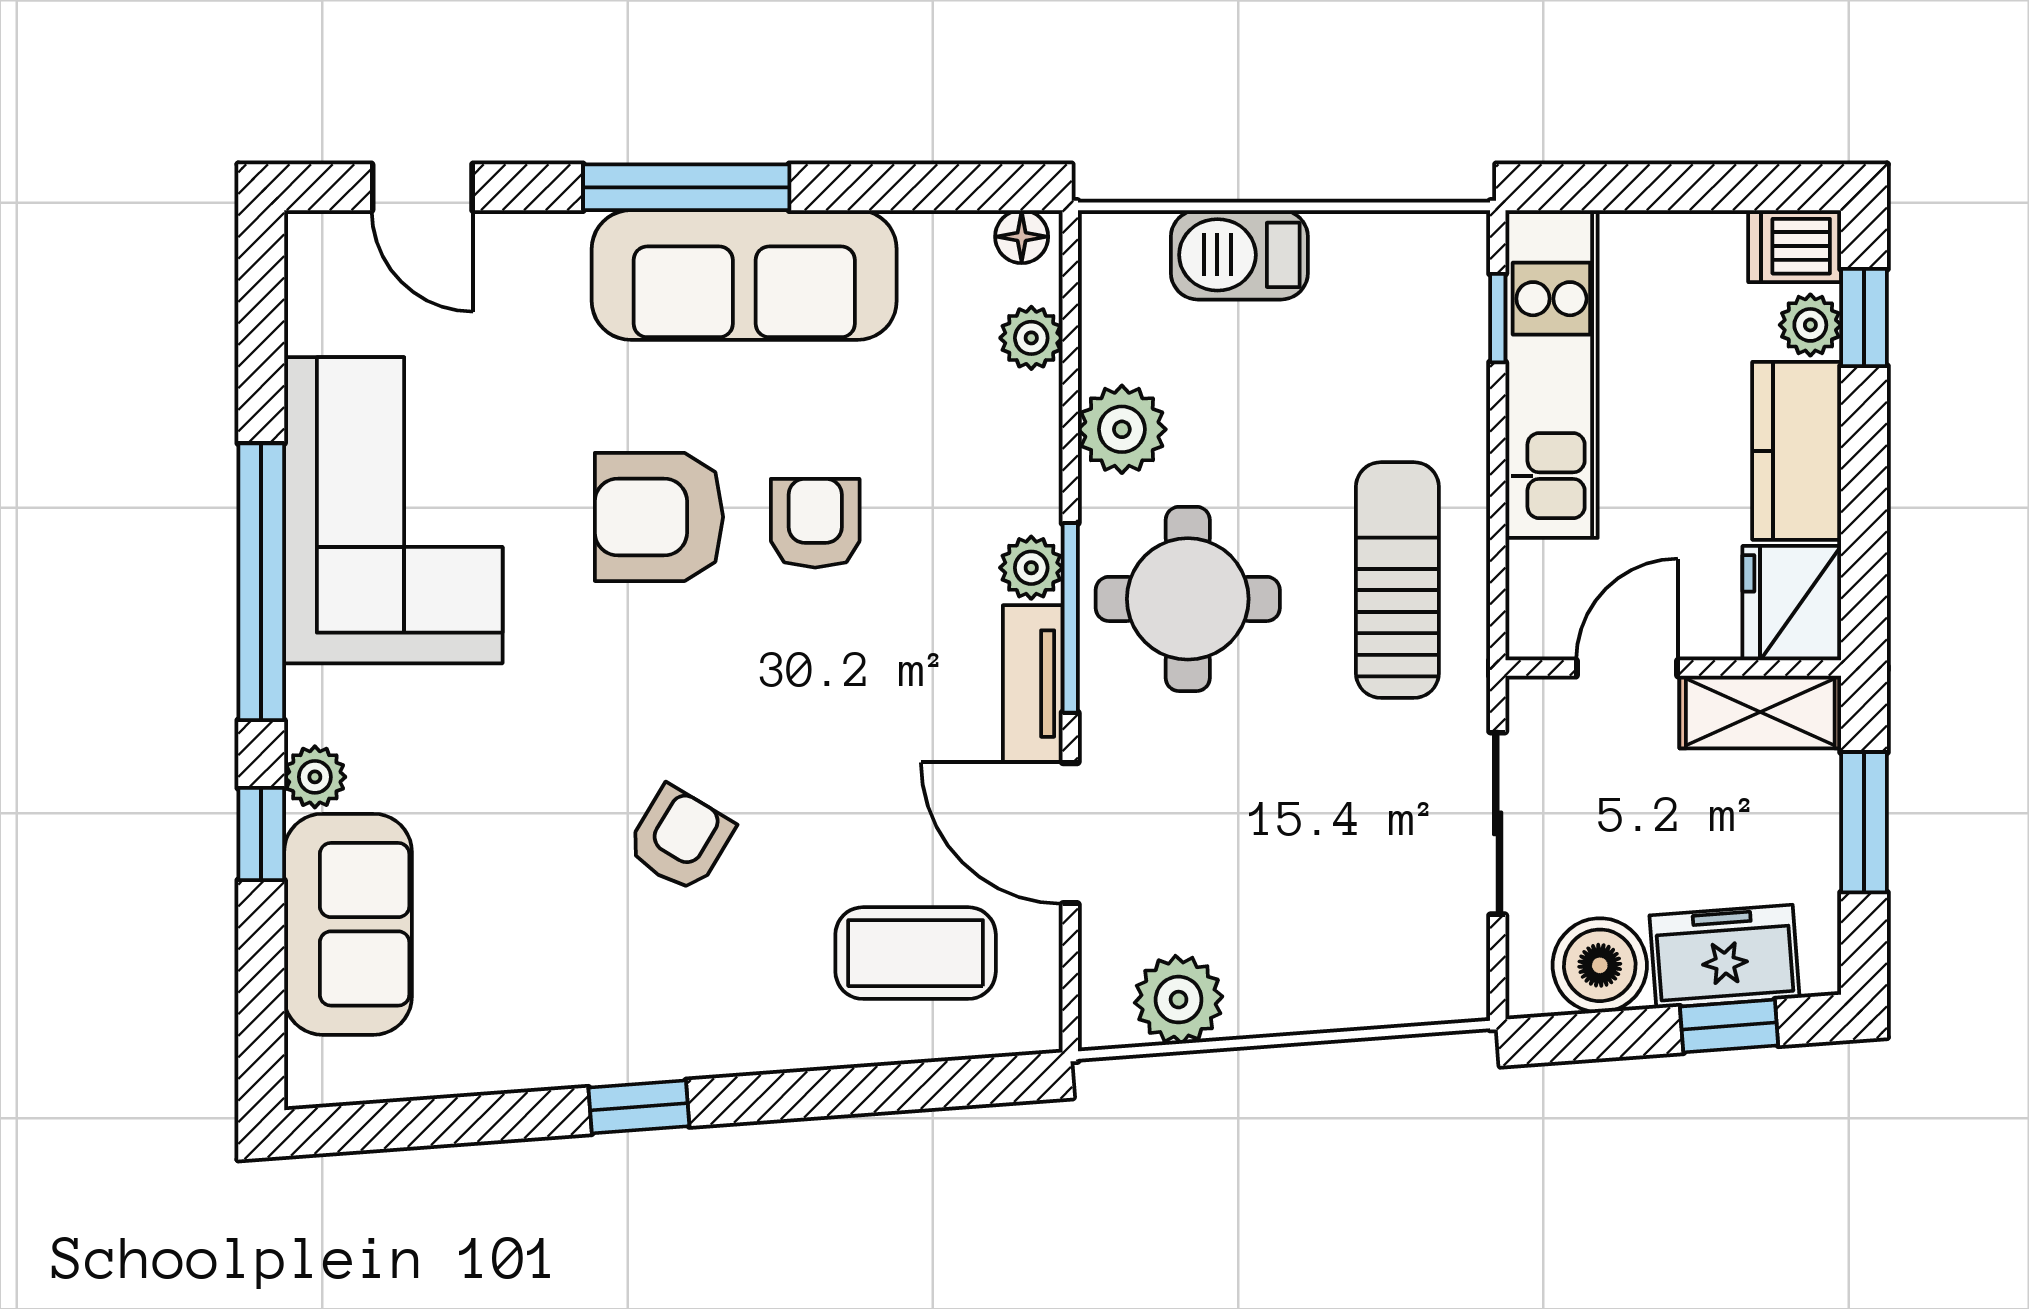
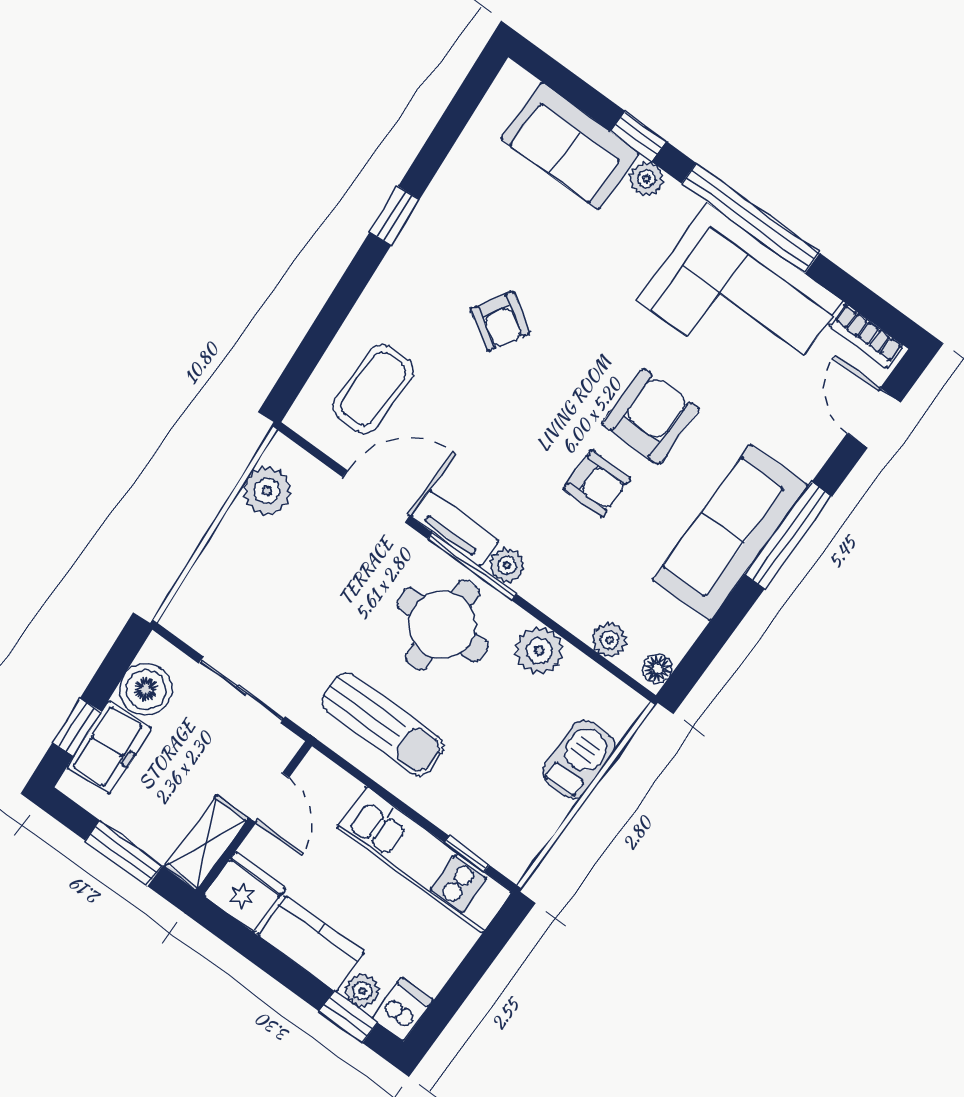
door: (422, 187) -> (874, 418), hinge flipped
bookcase: (310, 286) -> (866, 336), added

